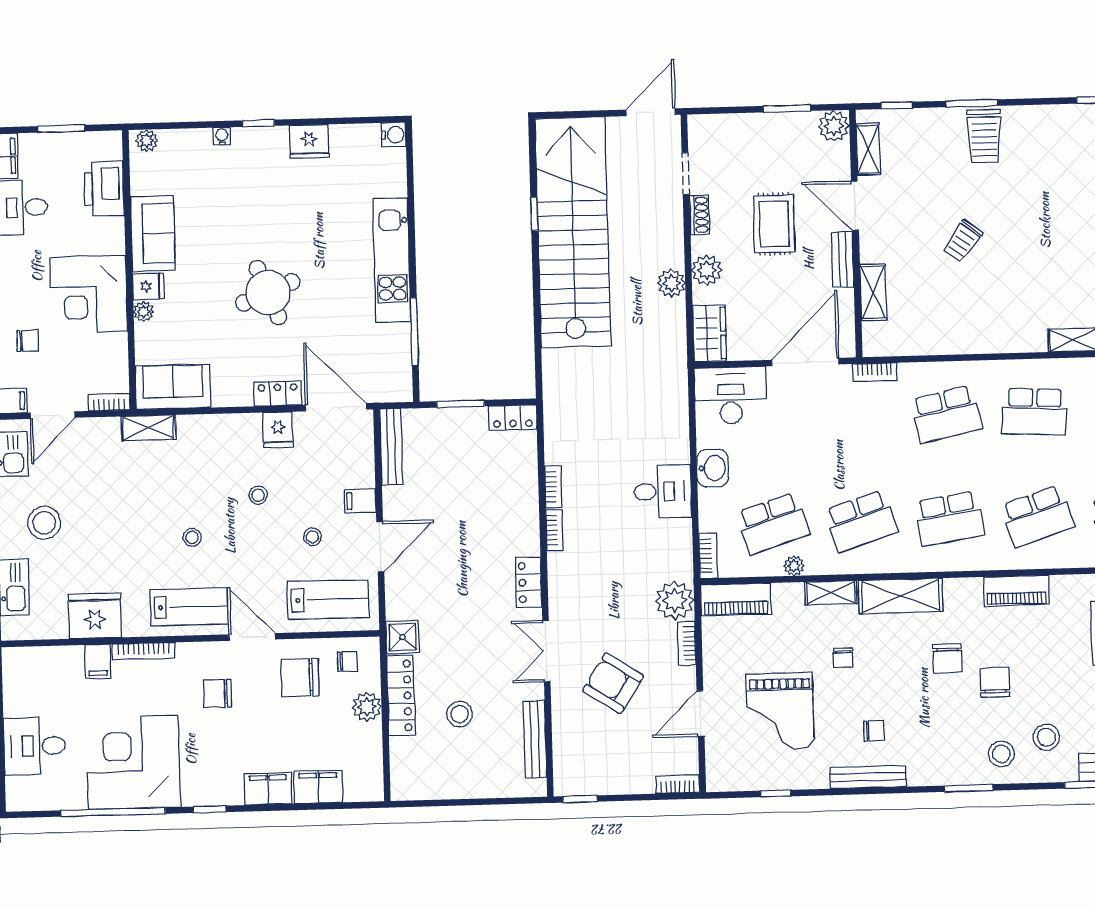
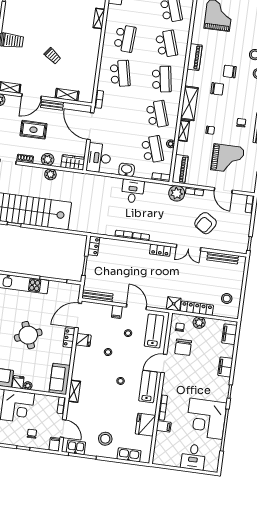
chair: (218, 694) -> (184, 381), removed
stool: (460, 714) -> (227, 298), moved
filing cabinet: (318, 787) -> (229, 334), moved

